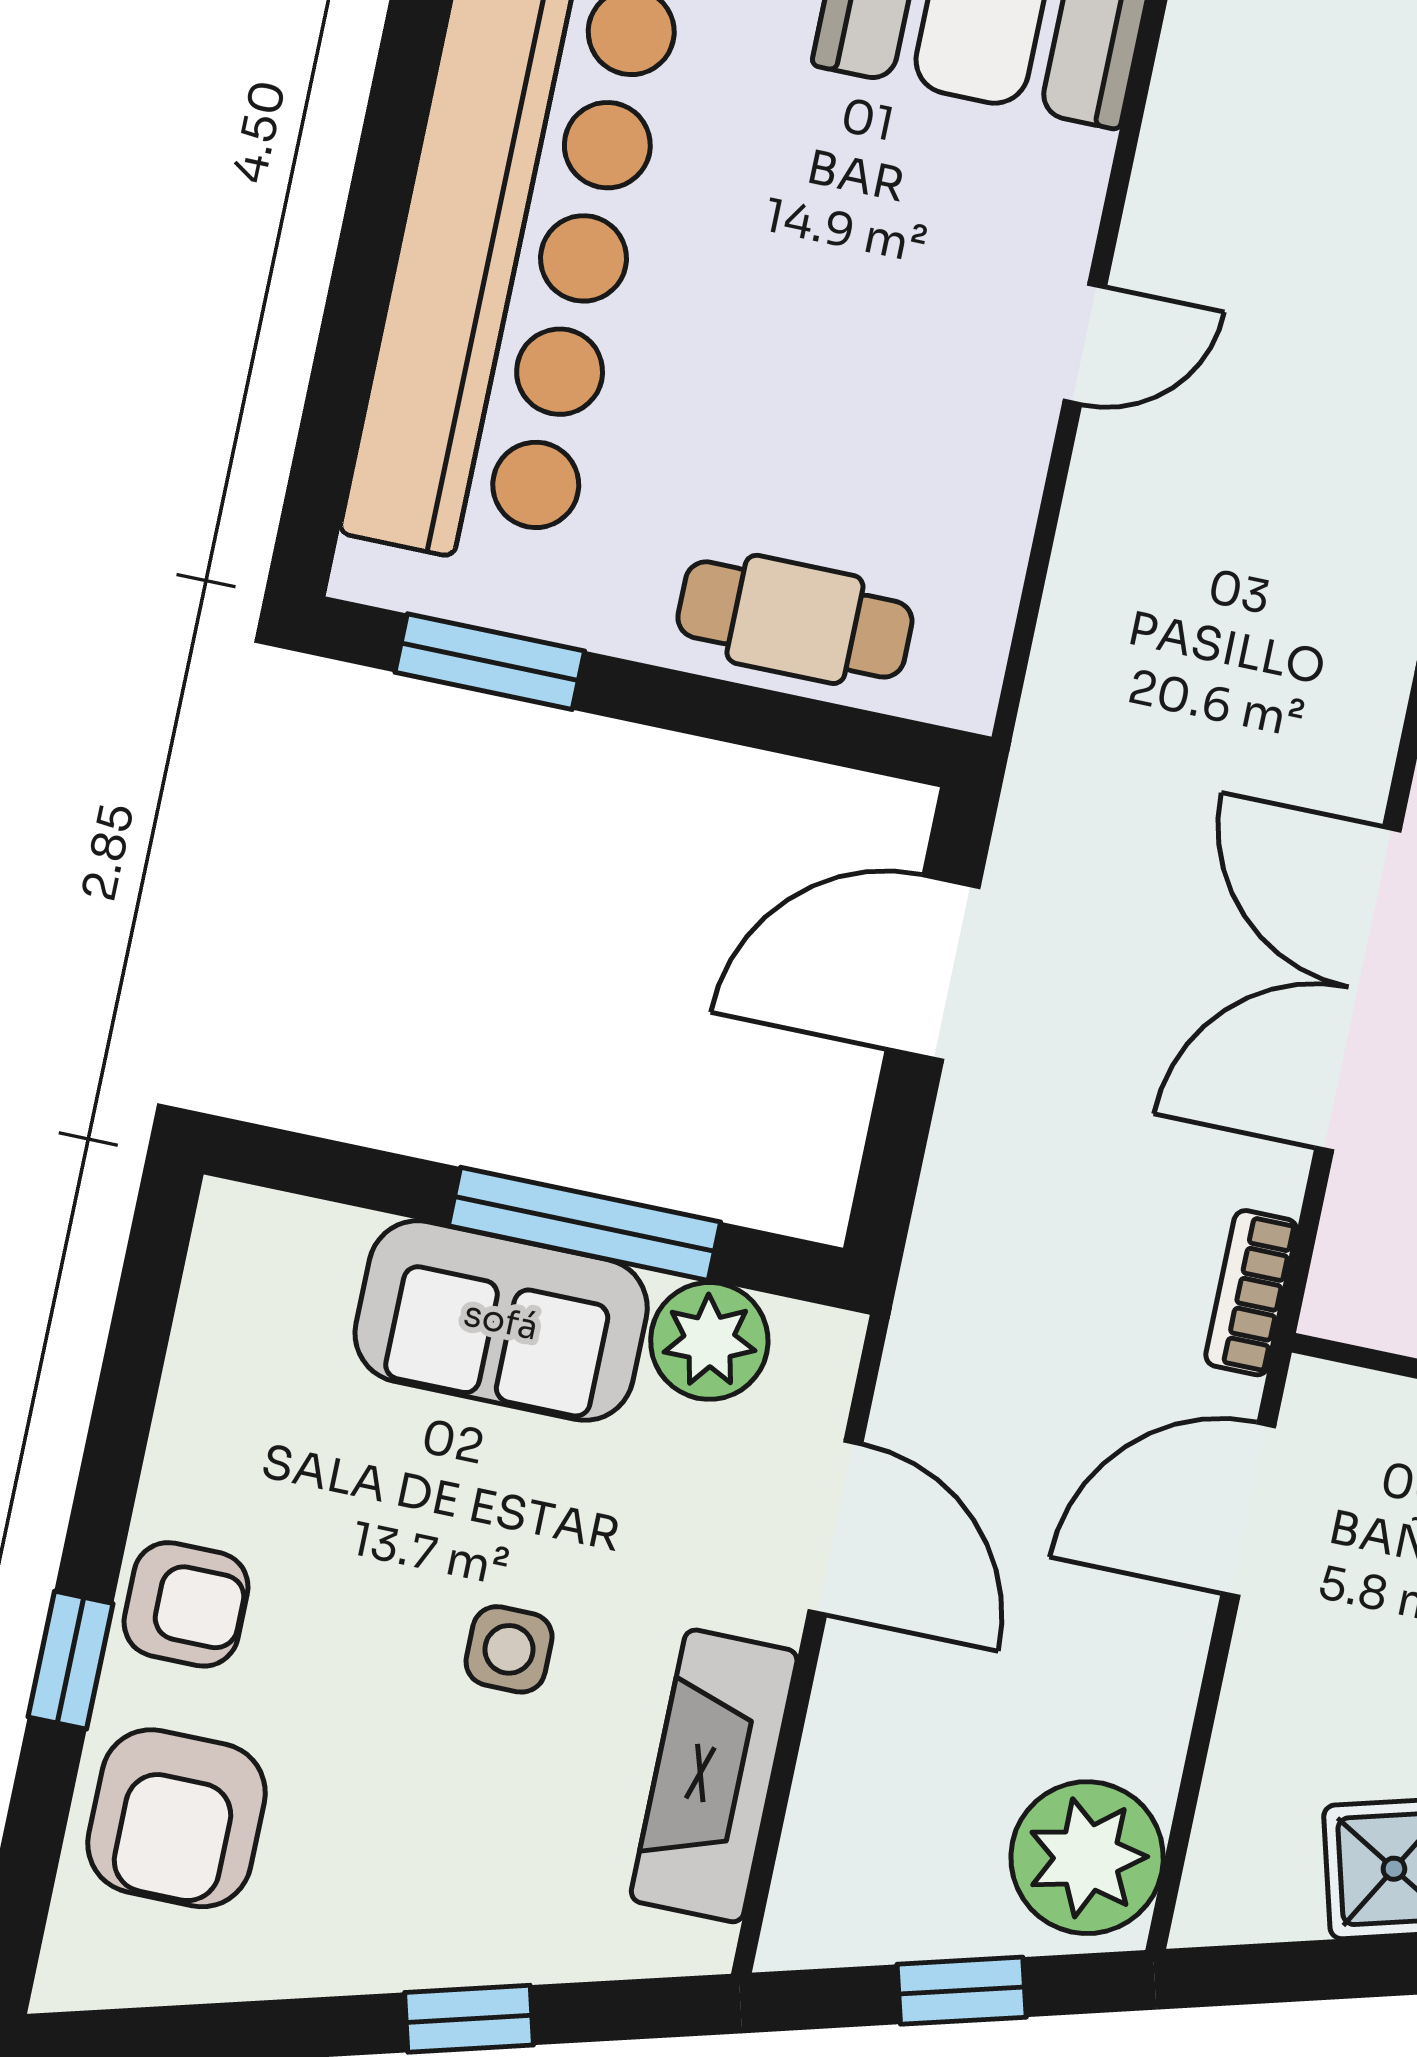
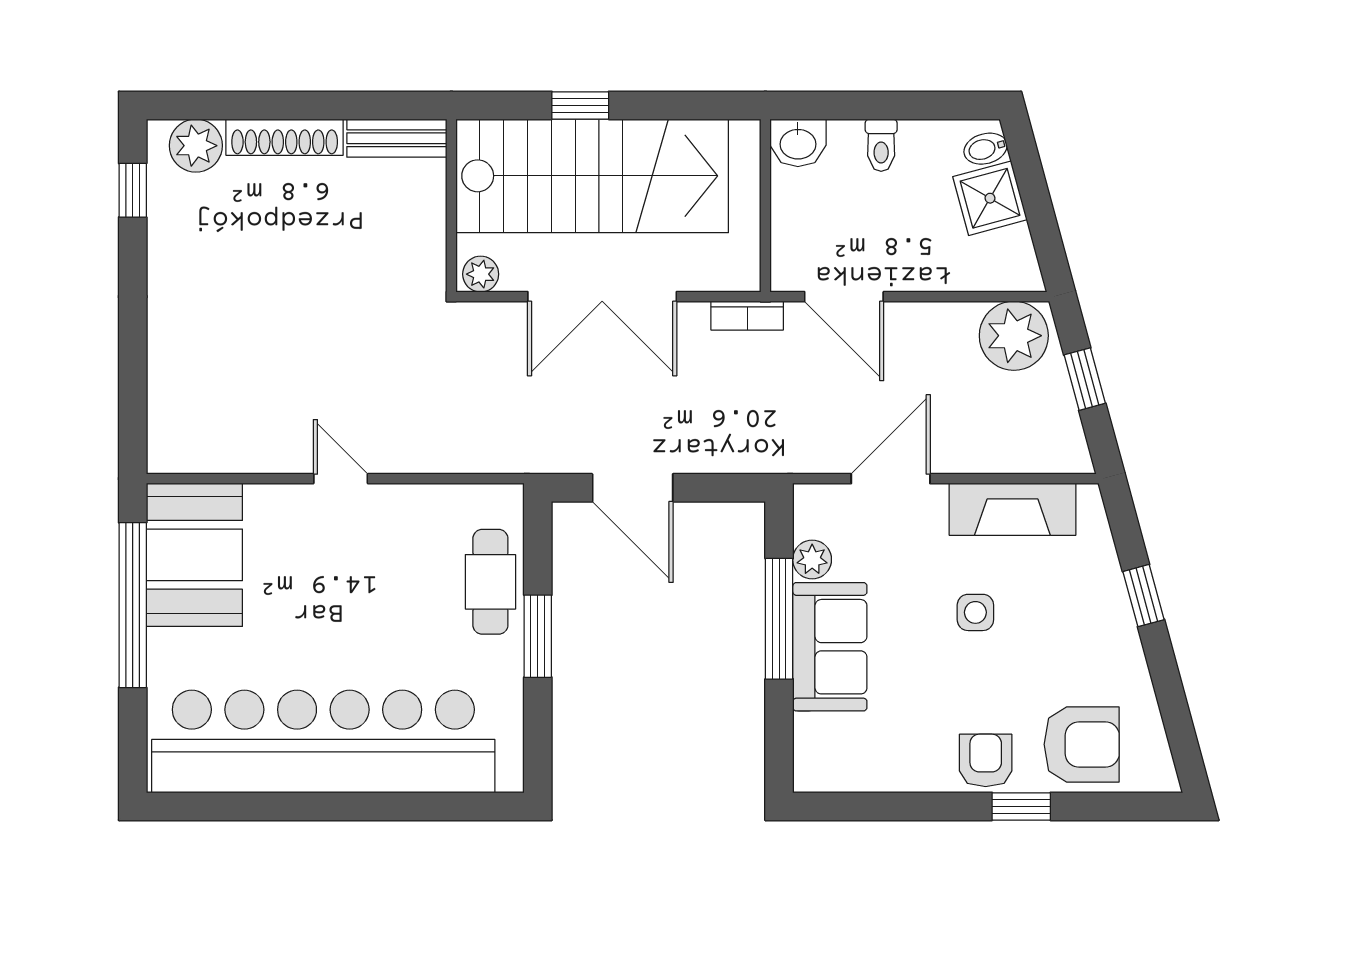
window: (490, 662) -> (538, 636), moved
plant: (709, 1341) -> (812, 559), width x0.73, depth x0.73

